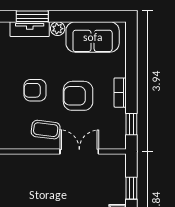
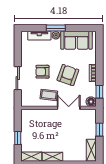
window: (32, 16) -> (56, 28), moved
armchair: (78, 96) -> (68, 75), turned 109
floor lamp: (117, 141) -> (91, 102), added

